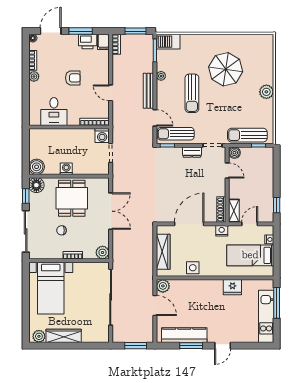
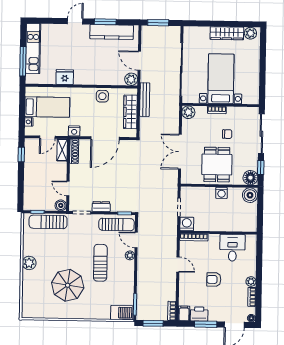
plant: (161, 76) -> (130, 255), moved
bench: (148, 91) -> (145, 100), moved
sun lounger: (247, 135) -> (48, 222), turned 180
bed with nightstands: (51, 288) -> (221, 79), moved

